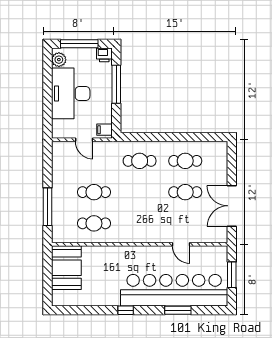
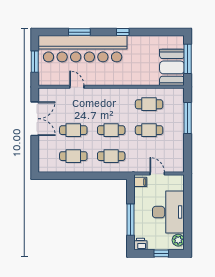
window: (79, 44) -> (161, 253), width x0.46
cafe table: (140, 192) -> (111, 130), added
window: (47, 278) -> (188, 59), added

